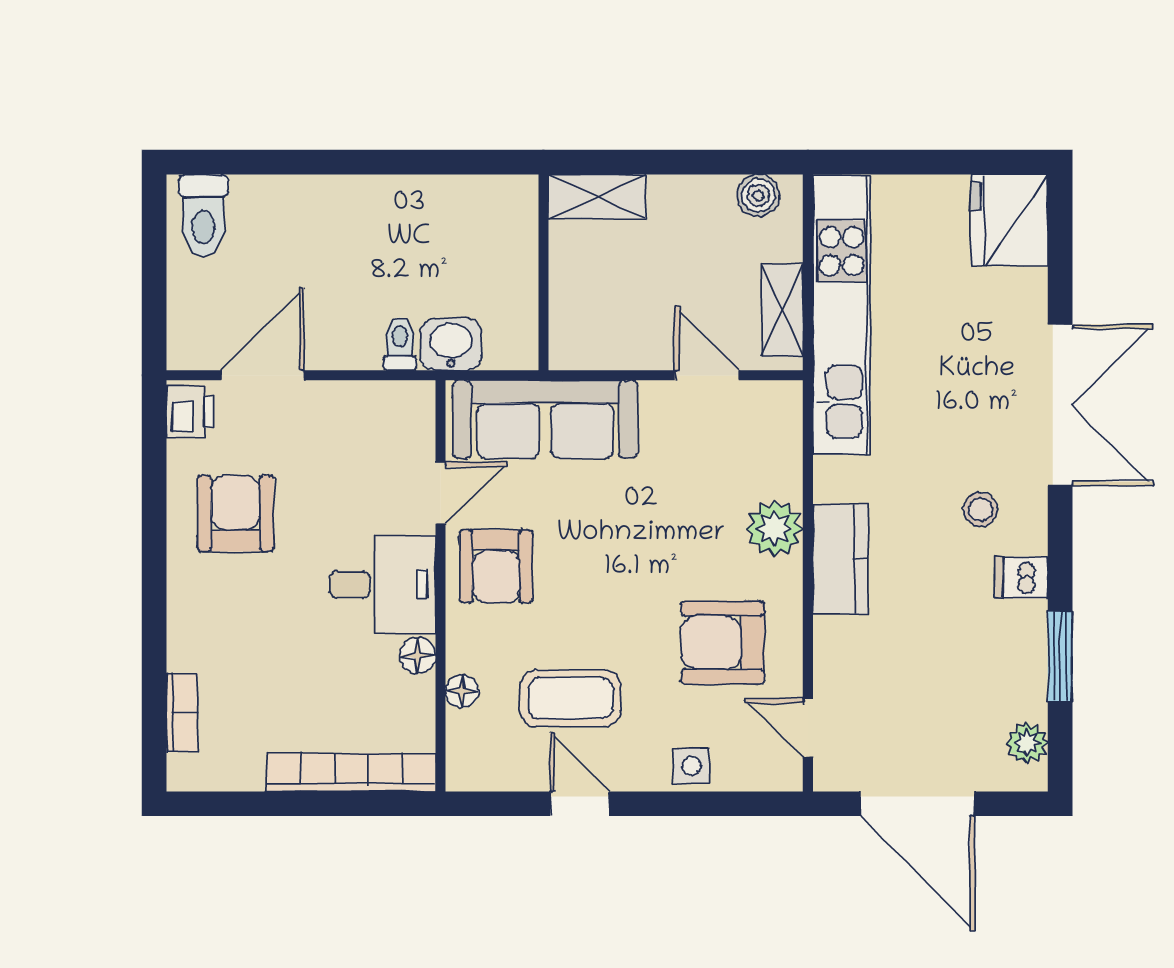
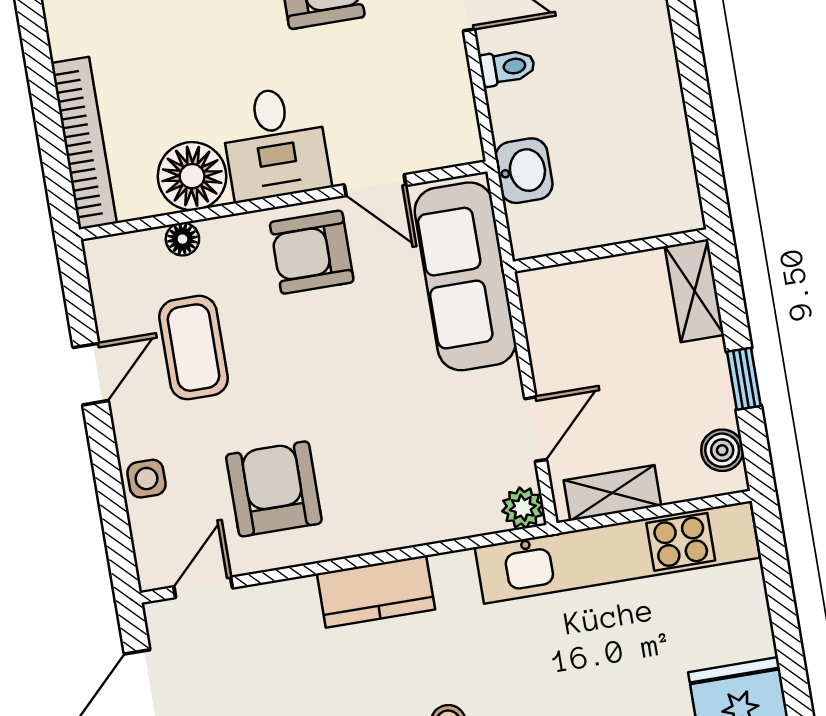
window: (692, 162) -> (744, 379), added
toilet: (400, 344) -> (507, 67), moved
plant: (774, 528) -> (523, 508), moved, width x0.73, depth x0.73
floor lamp: (418, 655) -> (192, 176), width x1.89, depth x1.89

